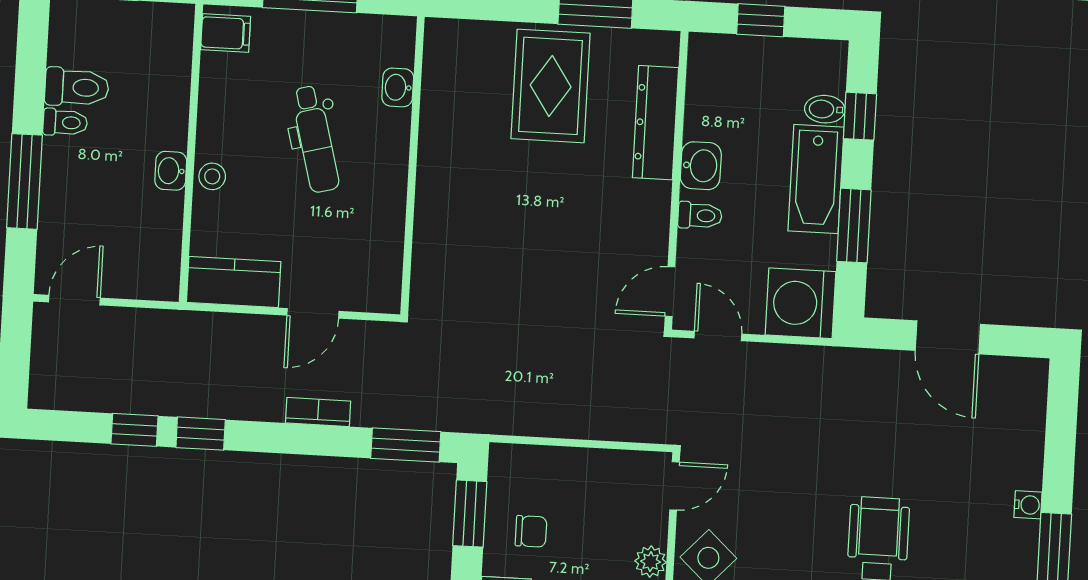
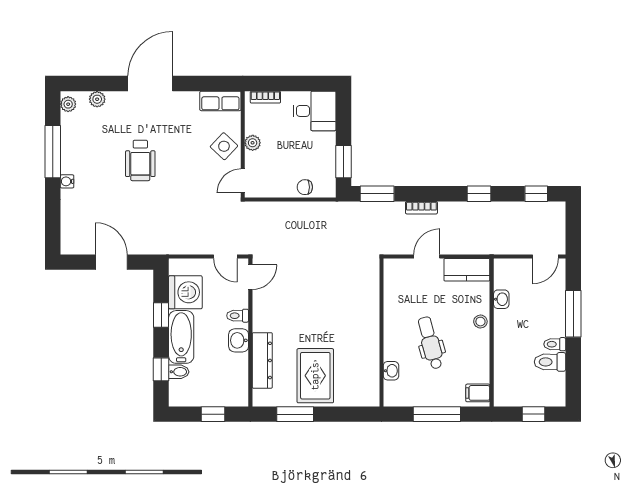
washbasin: (171, 171) -> (501, 299), moved
window: (854, 226) -> (161, 315), width x0.67
washing machine: (801, 303) -> (185, 292), moved
window: (135, 430) -> (536, 194), moved
chair: (531, 531) -> (305, 187), moved

